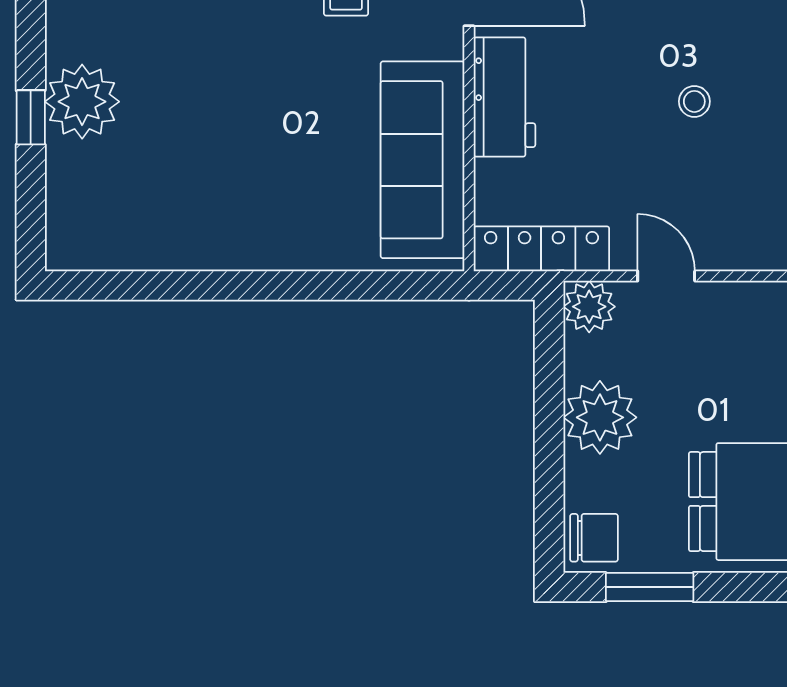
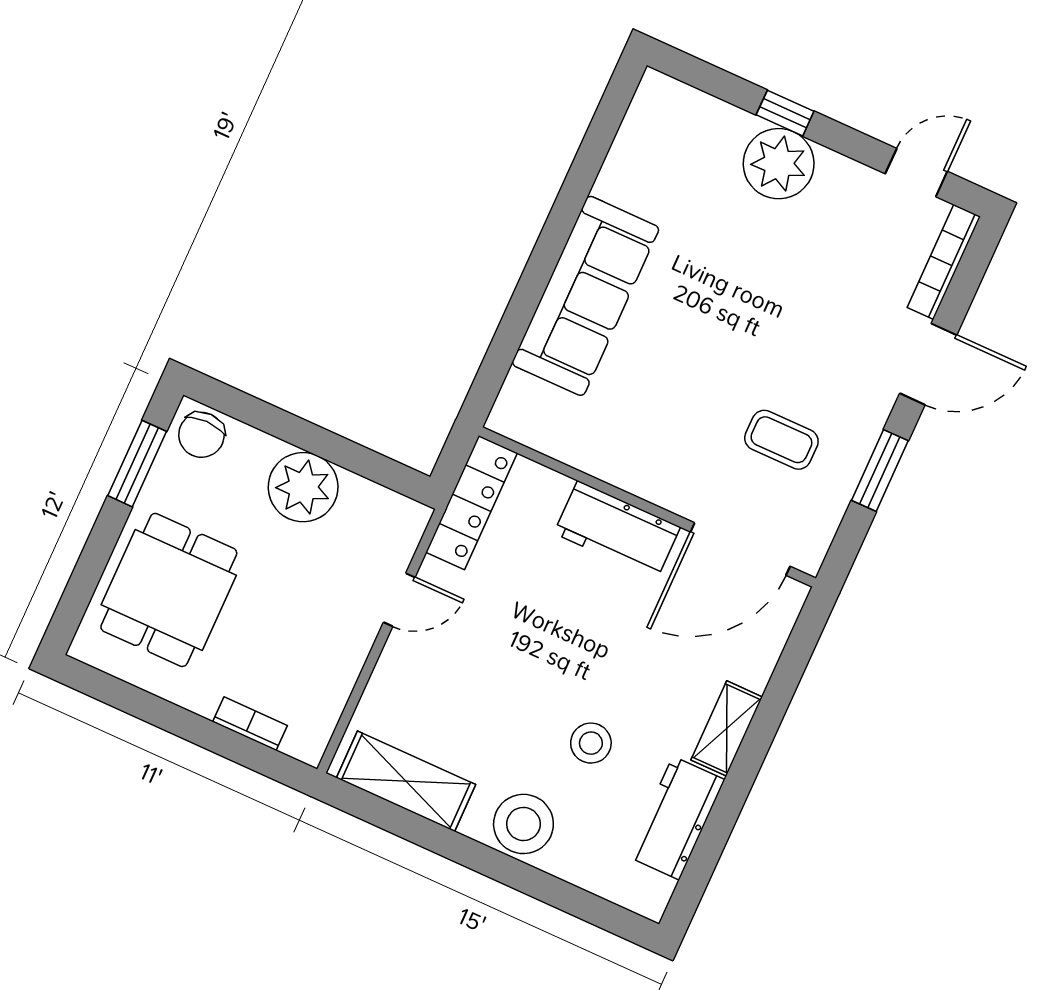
stool: (694, 101) -> (591, 743), moved, width x1.37, depth x1.37
sofa: (422, 160) -> (585, 296), moved, turned 90
plant: (589, 307) -> (403, 521), removed

